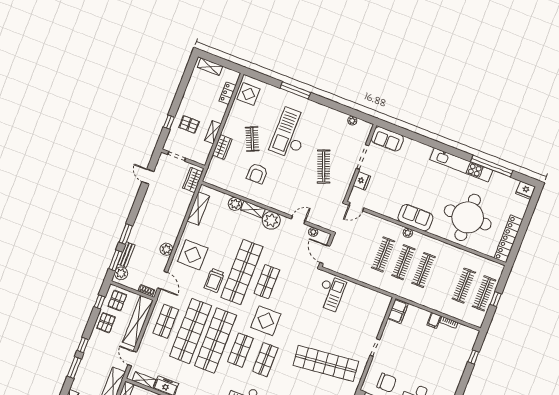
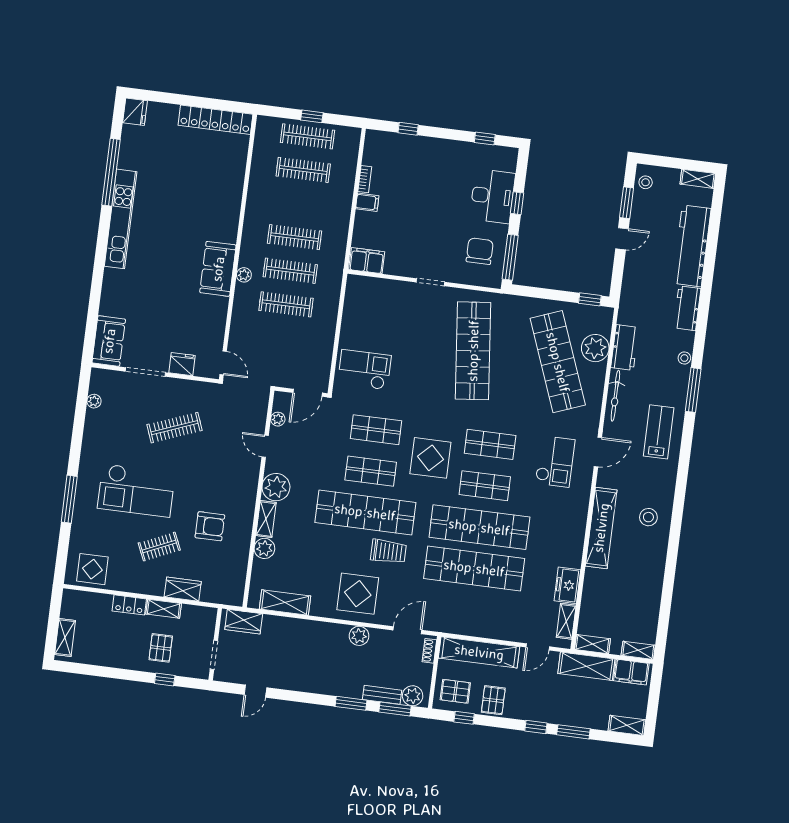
locker: (228, 93) -> (129, 605), moved
round table: (468, 217) -> (198, 190), removed
shop shelf: (166, 321) -> (376, 430), moved
pallet: (106, 323) -> (493, 700), turned 90

